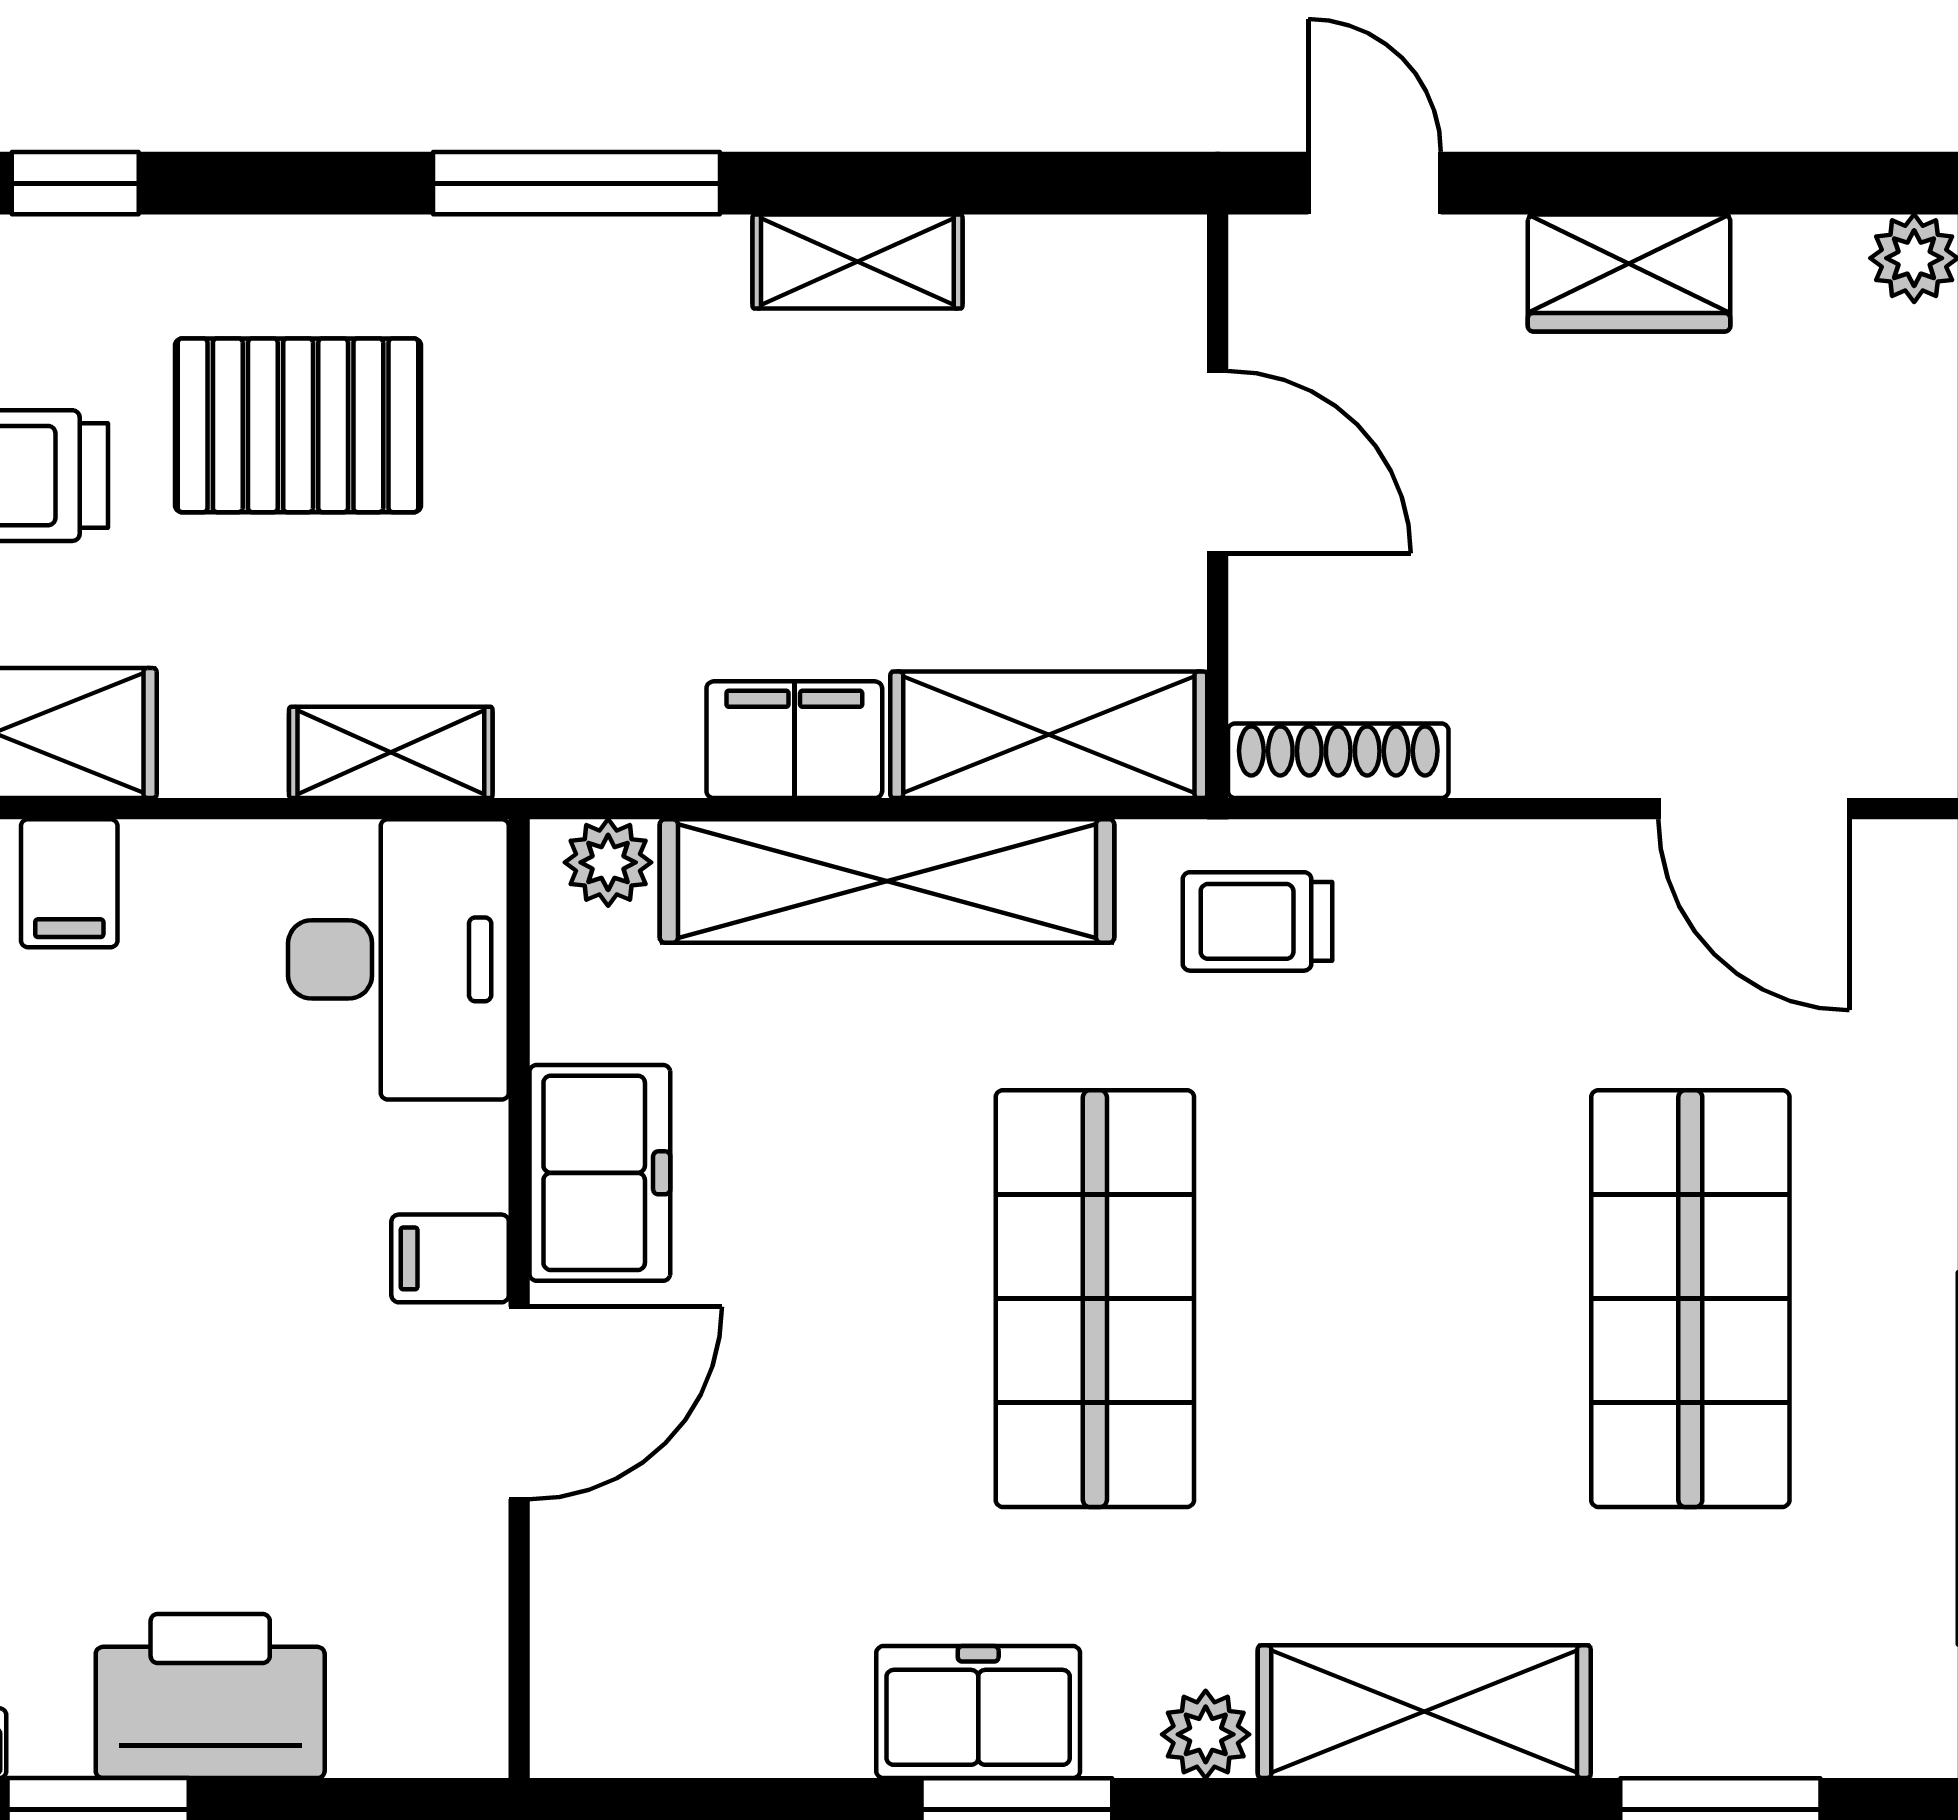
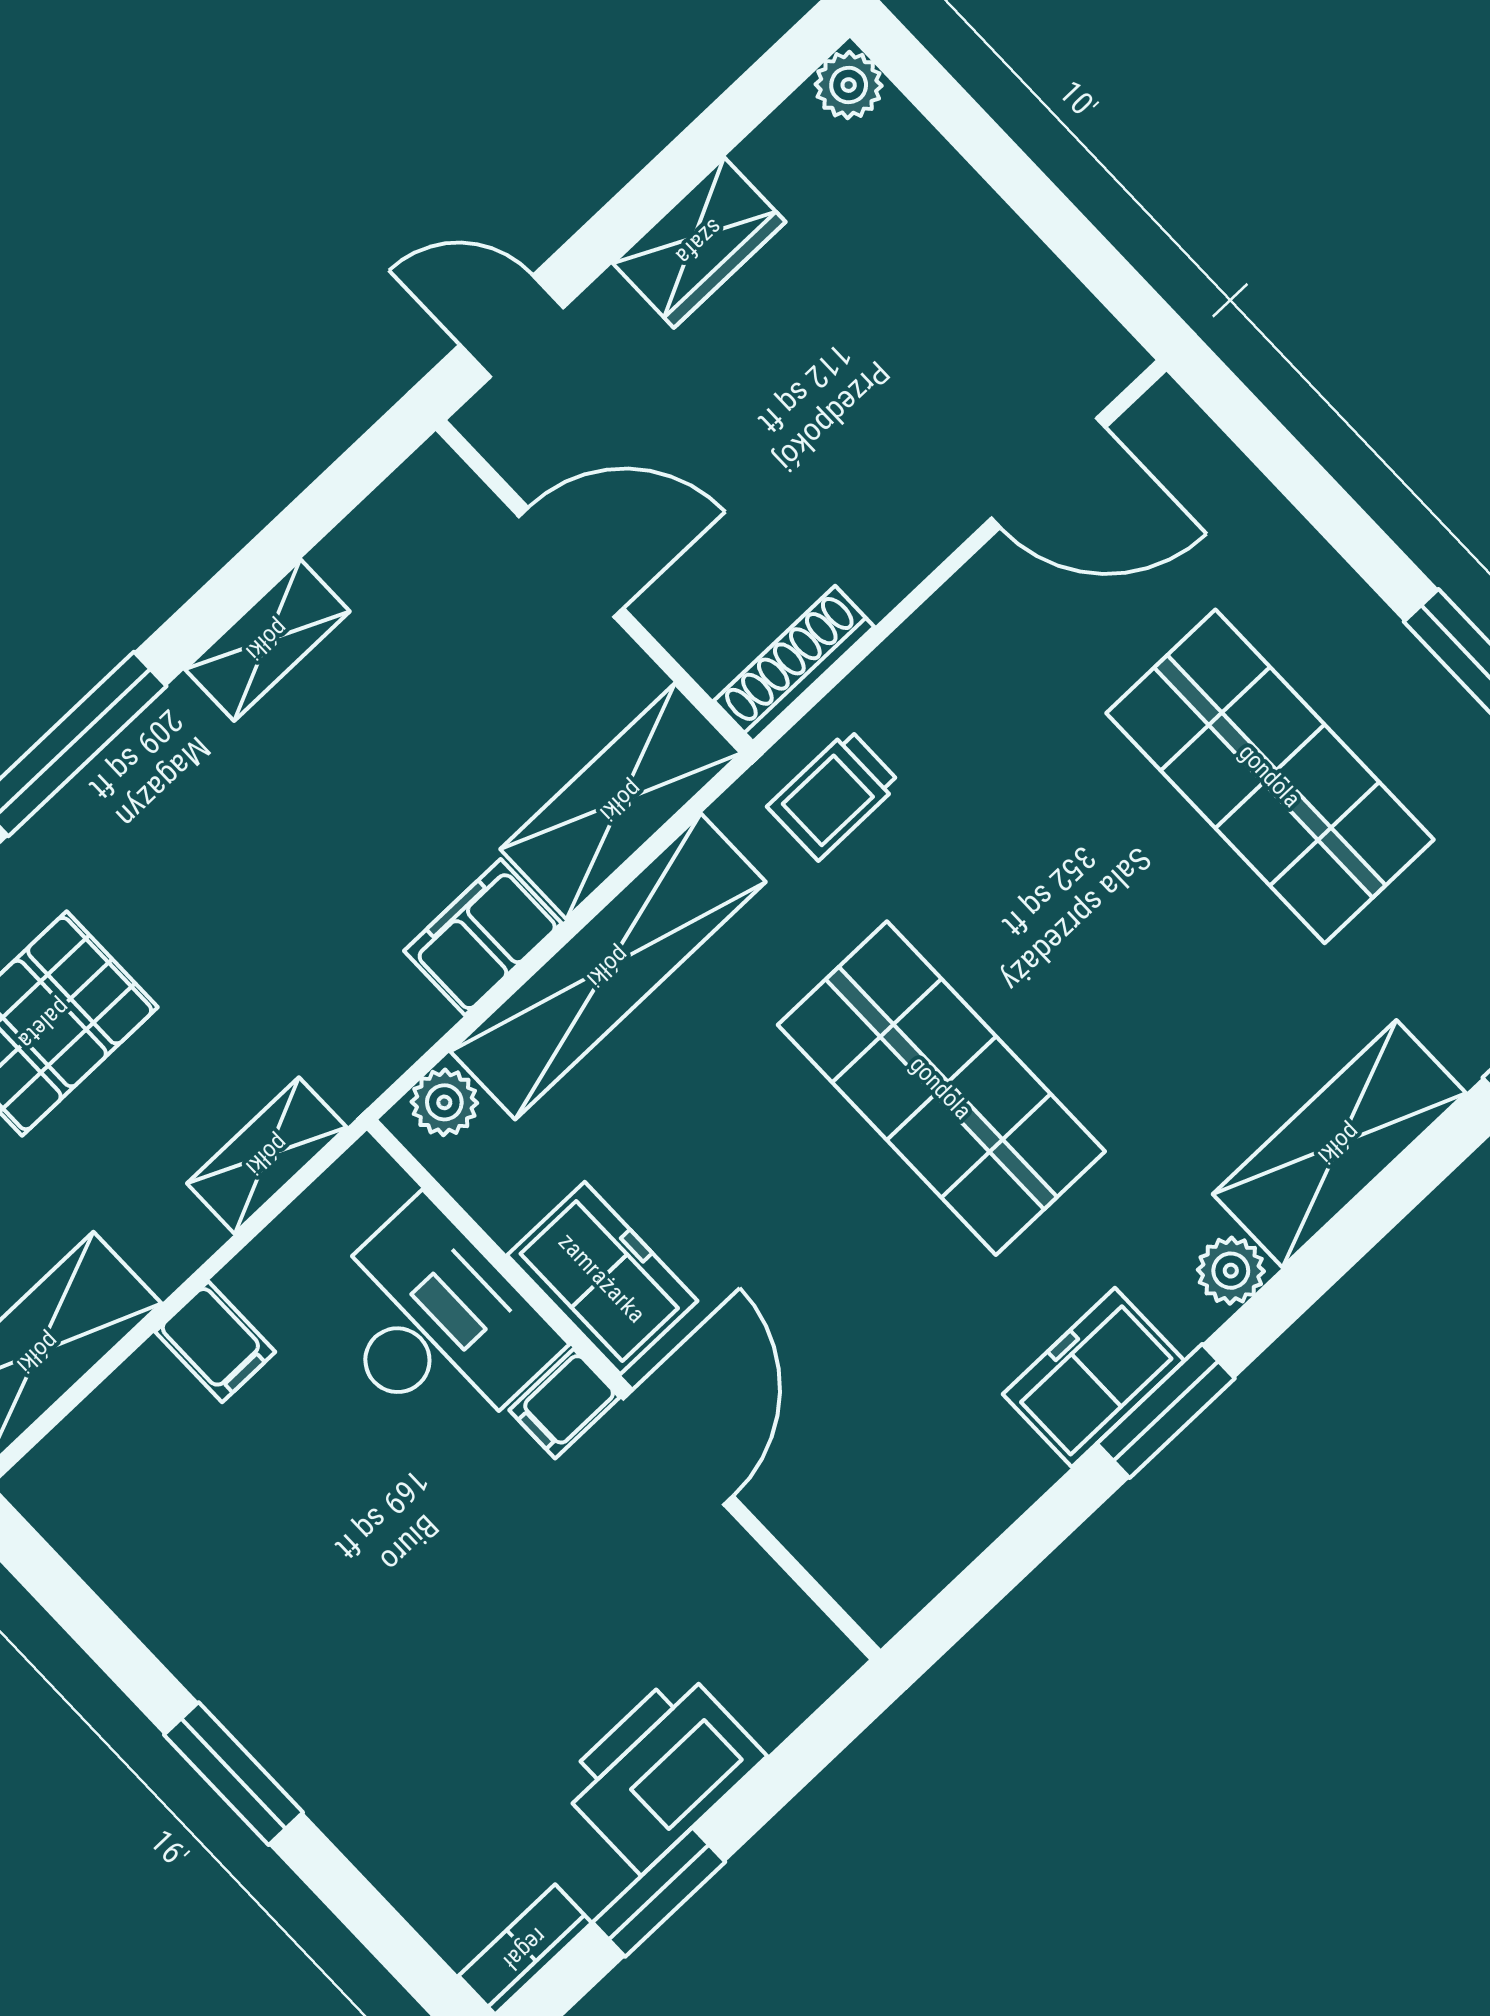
filing cabinet: (69, 883) -> (215, 1342), moved
desk: (398, 959) -> (435, 1324), moved

